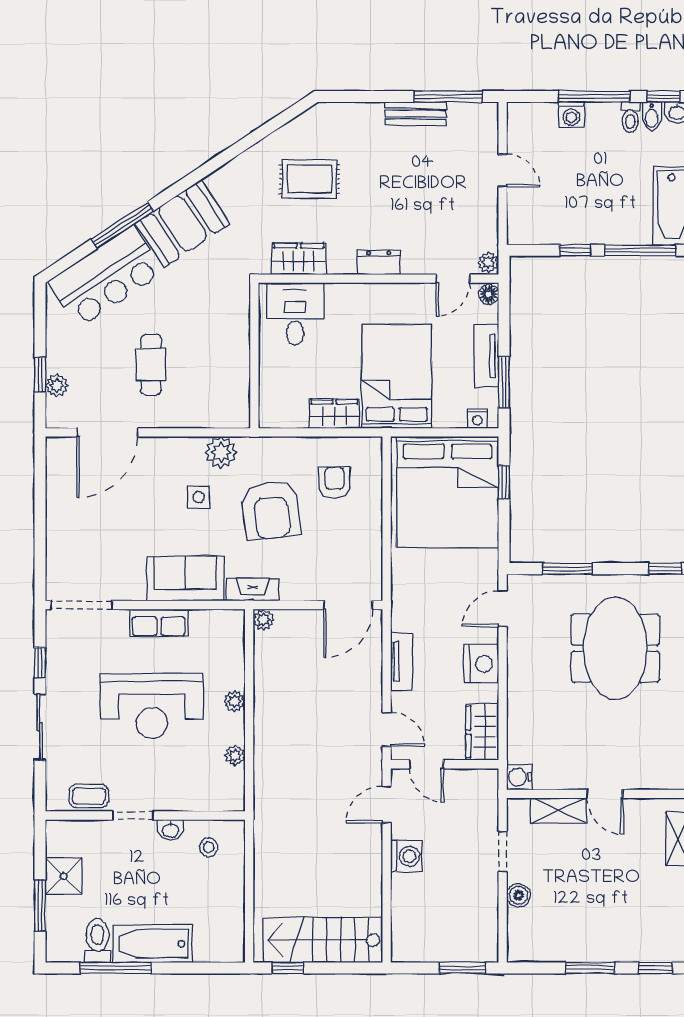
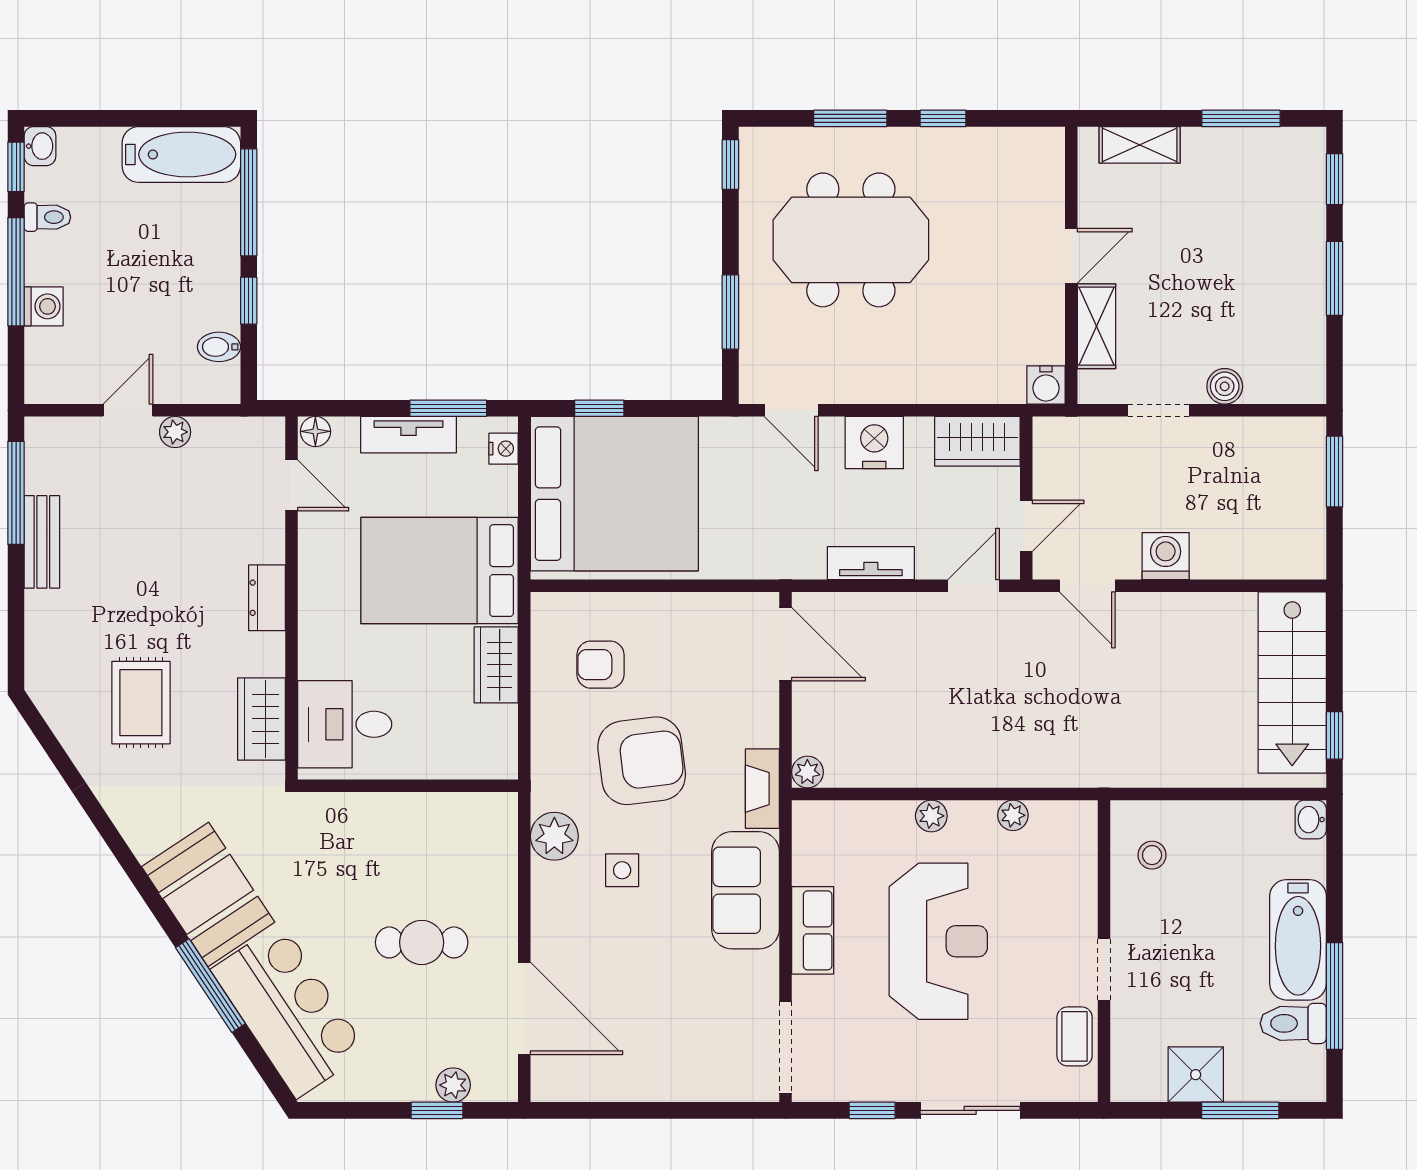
bidet: (652, 116) -> (219, 347), moved, turned 180
plant: (488, 262) -> (175, 432), moved
washbasin: (170, 830) -> (1311, 820), moved, turned 180

